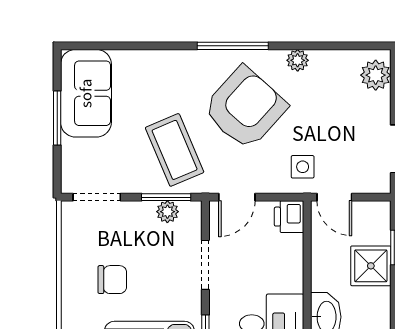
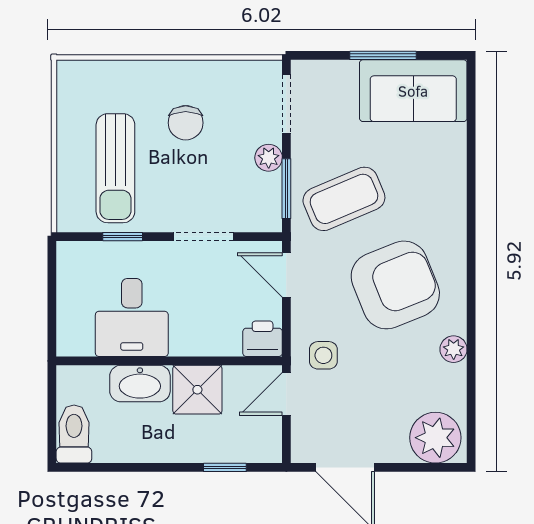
window: (233, 46) -> (471, 270), removed
plant: (376, 75) -> (435, 438), width x1.36, depth x1.36
armchair: (245, 108) -> (395, 285), turned -64
plant: (167, 212) -> (269, 158), moved
shower: (371, 266) -> (197, 390), moved

